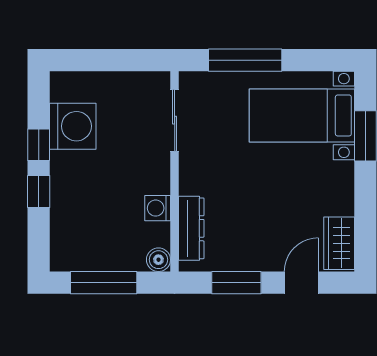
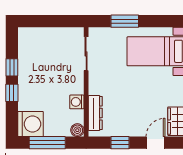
window: (245, 60) -> (125, 21), width x0.69
washing machine: (73, 126) -> (30, 124), moved
window: (236, 283) -> (120, 143), width x0.67

